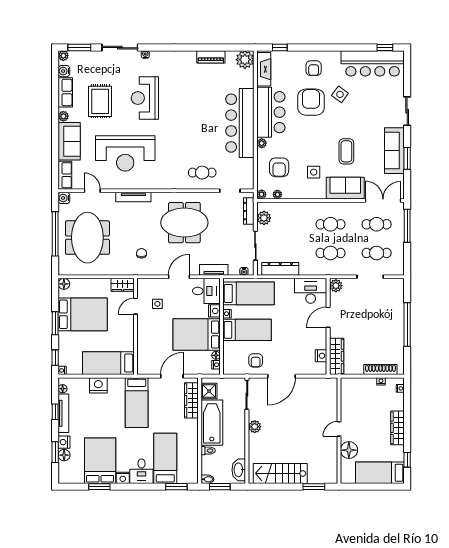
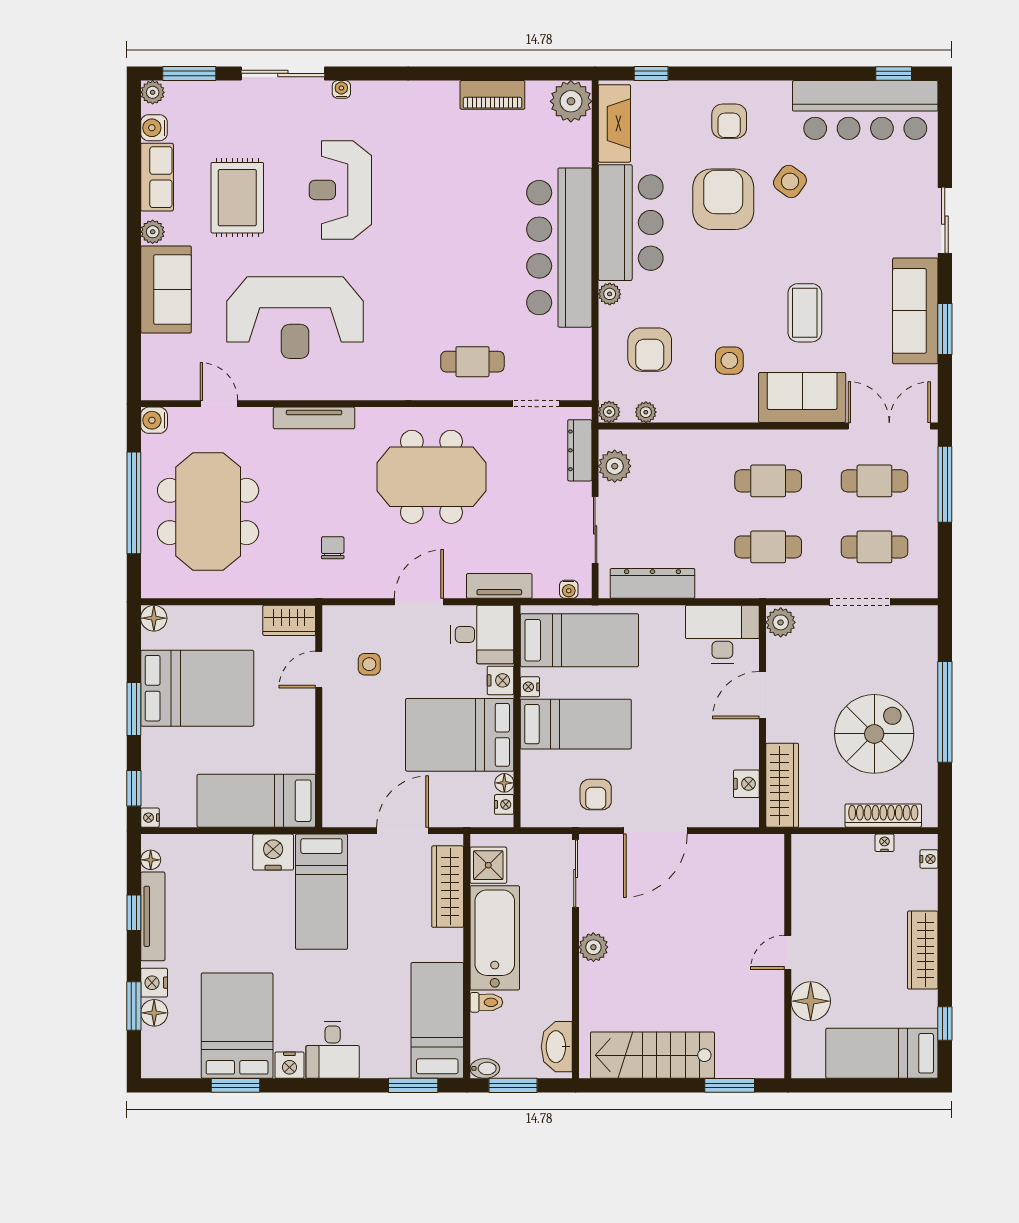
row of seats: (65, 175) -> (156, 368), removed
spiral stairs: (376, 334) -> (874, 734), added
nightstand: (98, 385) -> (273, 852), moved
bed: (165, 458) -> (437, 1020), moved

